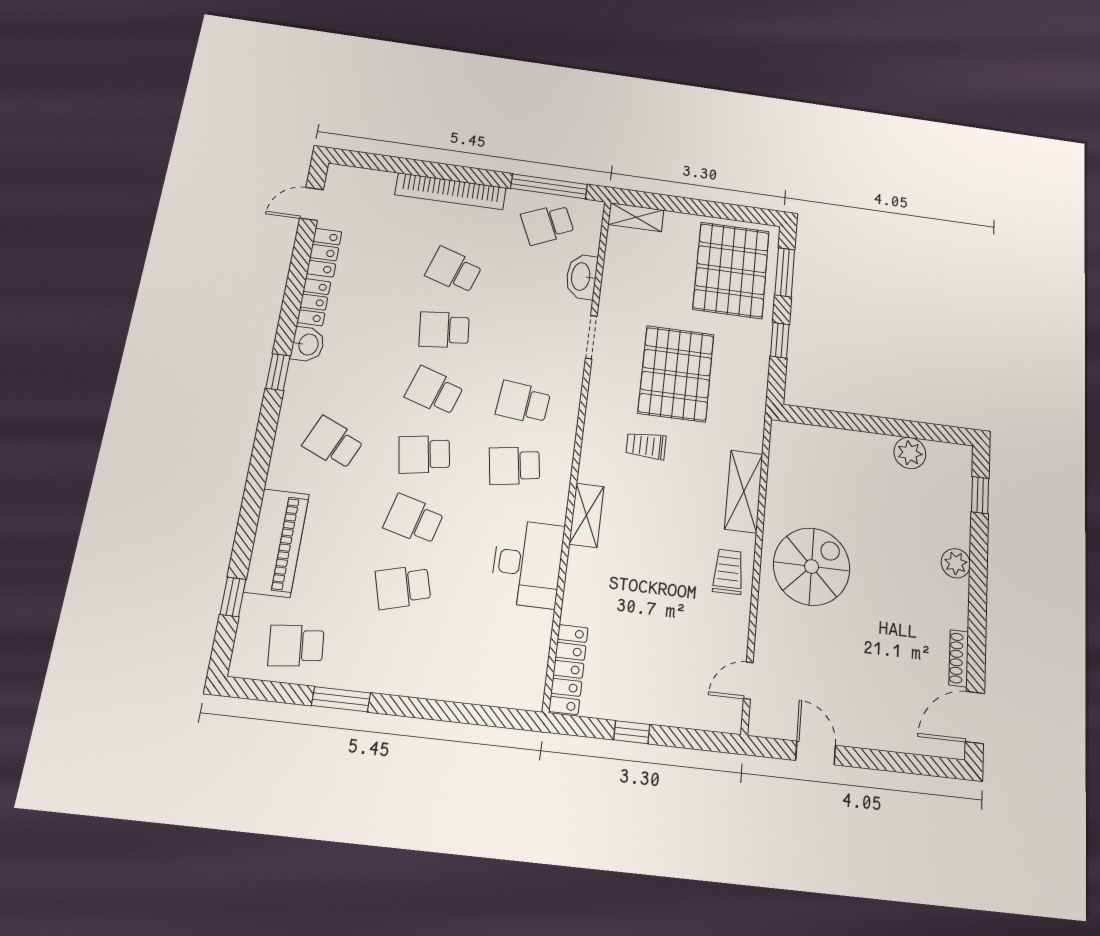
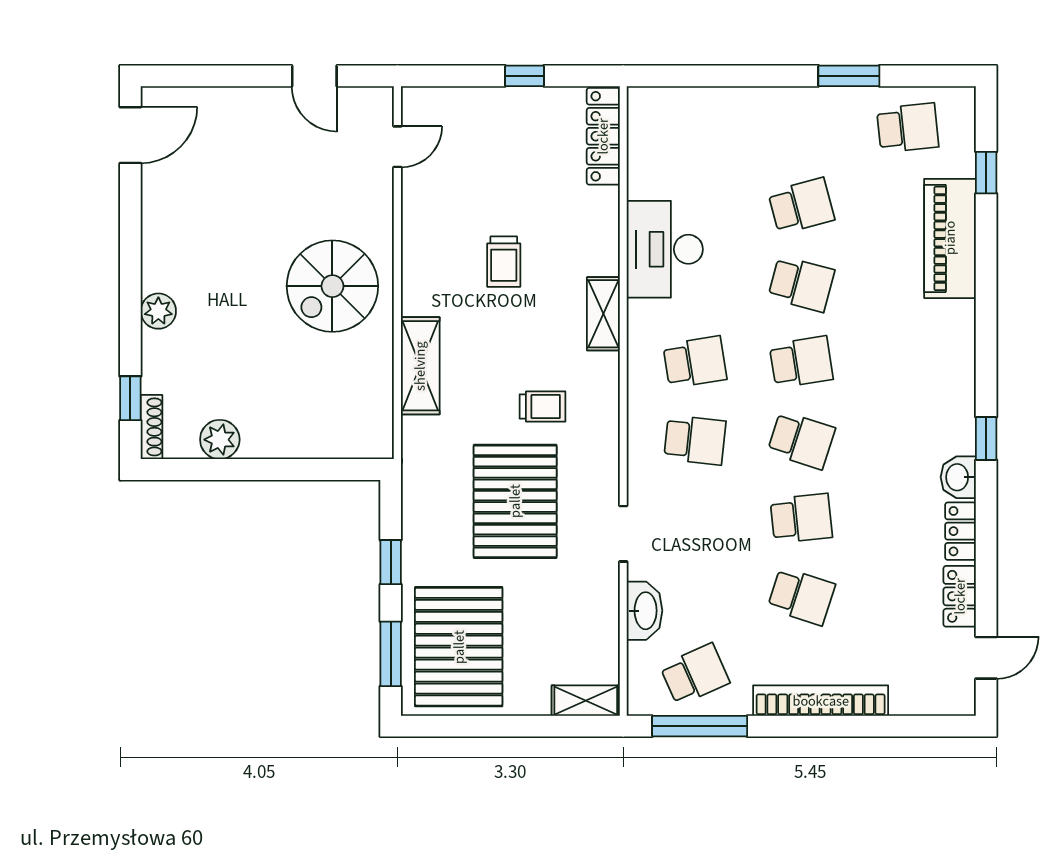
school desk: (333, 443) -> (908, 362), removed
trolley: (728, 572) -> (504, 262), moved
shoe rack: (959, 658) -> (152, 427), moved

